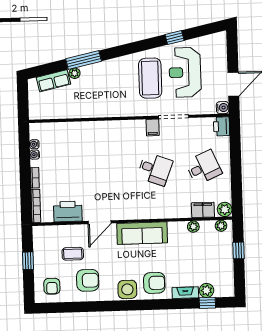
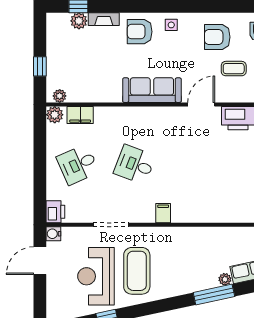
reception desk: (185, 72) -> (96, 276), turned 180
filing cabinet: (153, 127) -> (163, 213), moved
plant: (193, 227) -> (92, 96), removed
side table: (127, 289) -> (171, 25), width x0.54, depth x0.54

